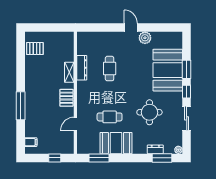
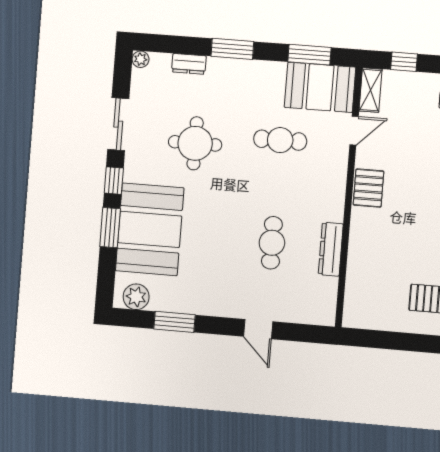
door: (131, 28) -> (258, 329), moved
window: (152, 28) -> (174, 322), added
plant: (145, 38) -> (136, 297), moved
shelving: (69, 72) -> (371, 90), moved
booth: (116, 143) -> (320, 87), moved
window: (162, 158) -> (232, 49), moved

